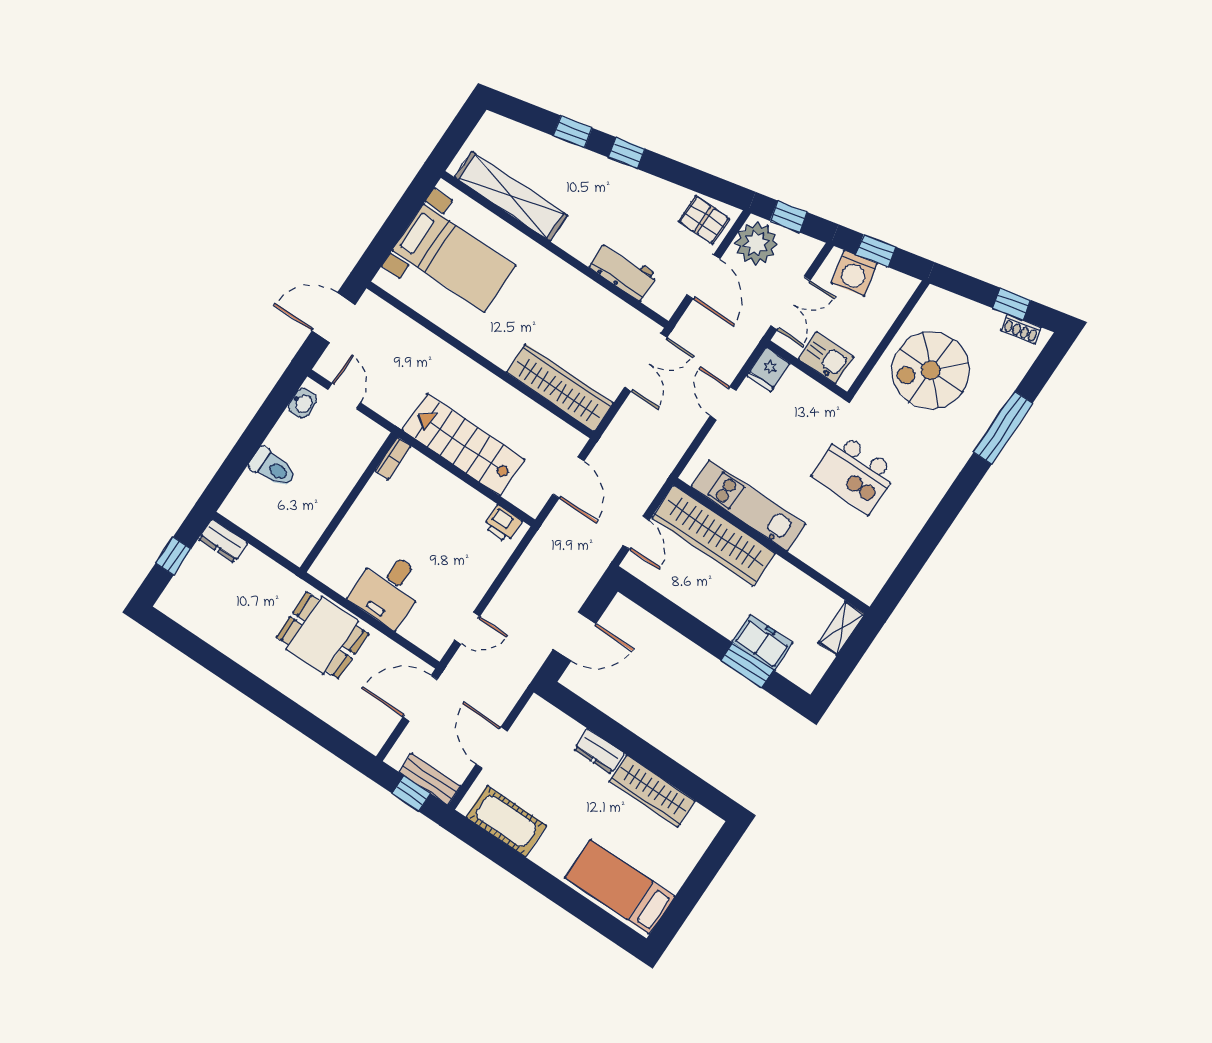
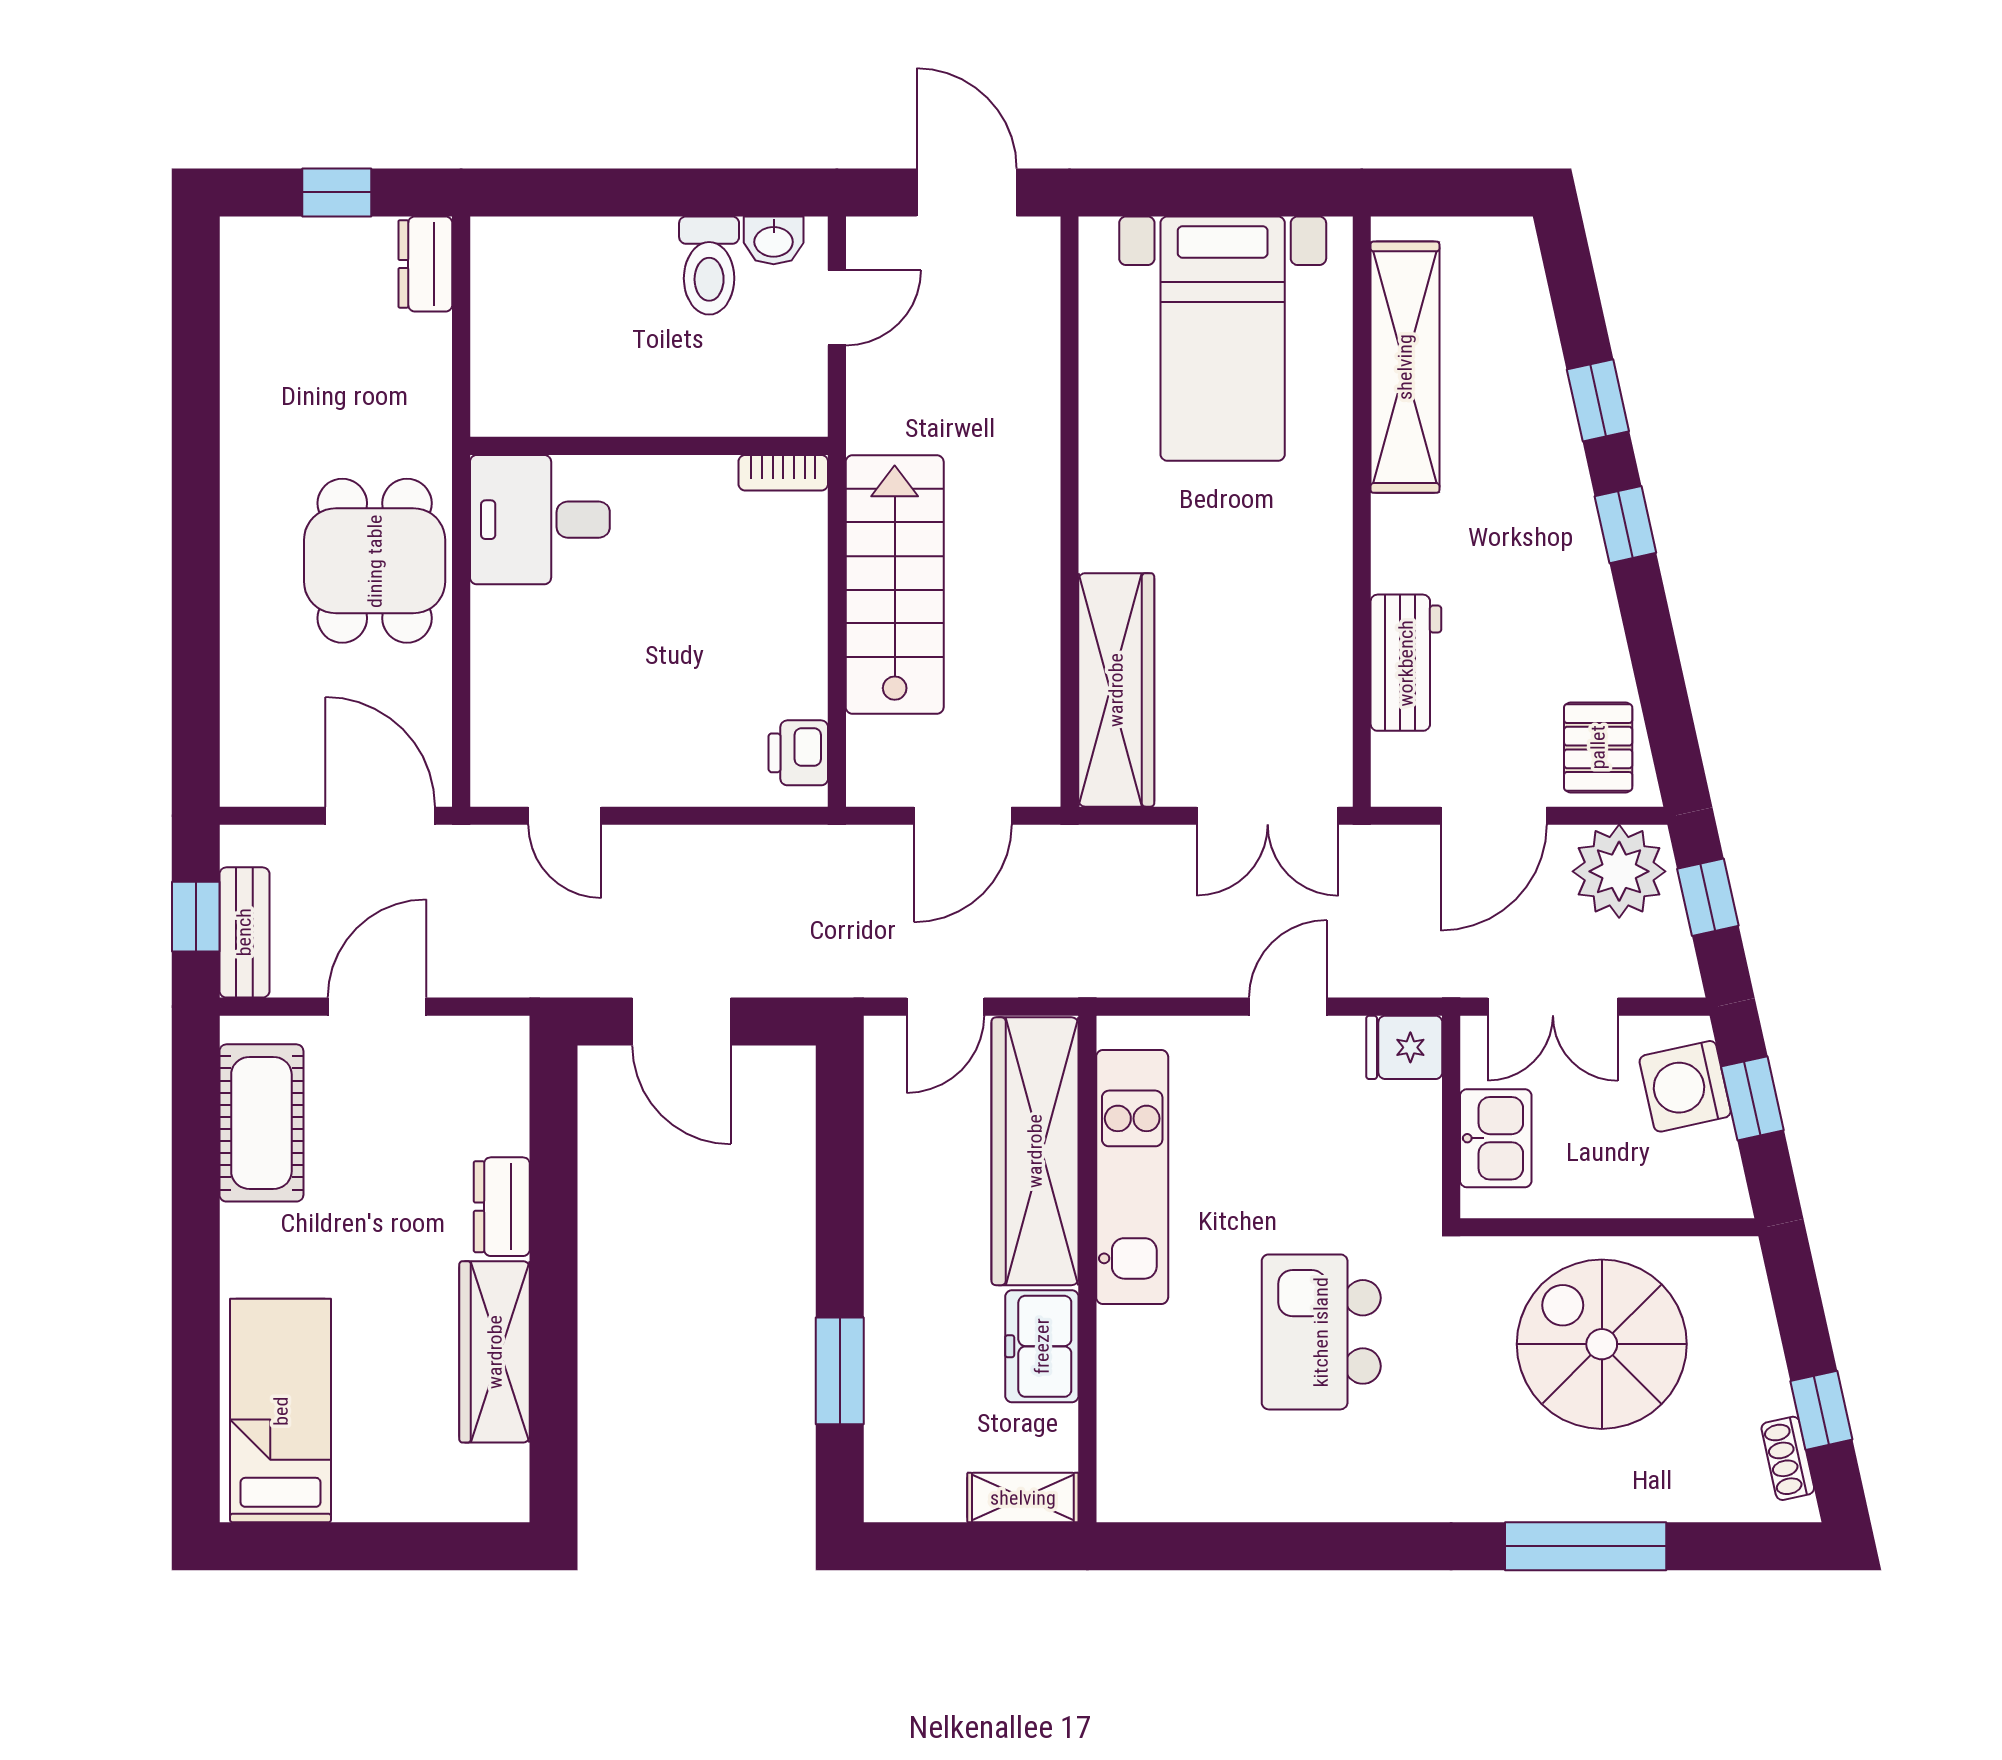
toilet: (273, 468) -> (709, 266), moved
desk: (388, 589) -> (540, 520), moved
freezer: (762, 642) -> (1042, 1346), moved, turned 180

